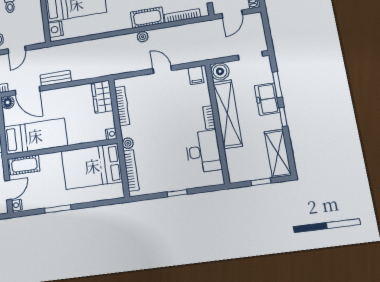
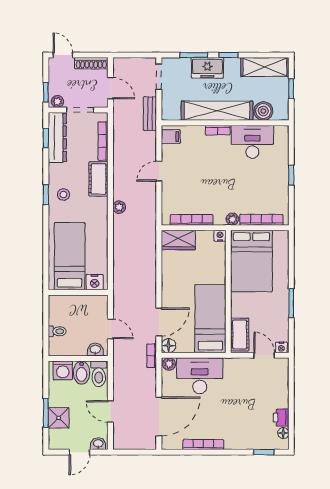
plant: (143, 37) -> (119, 207), moved
boiler: (220, 71) -> (263, 111), moved
bench: (56, 78) -> (150, 114), moved

